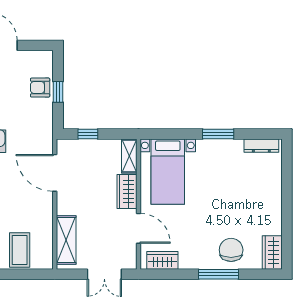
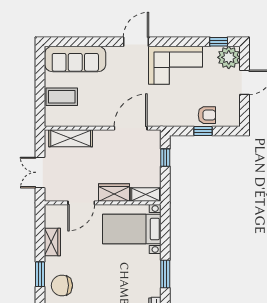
armchair: (40, 88) -> (207, 115), turned 90
chair: (231, 250) -> (62, 285), turned 180
wardrobe: (162, 260) -> (52, 242), moved
window: (218, 274) -> (40, 274), width x0.69

